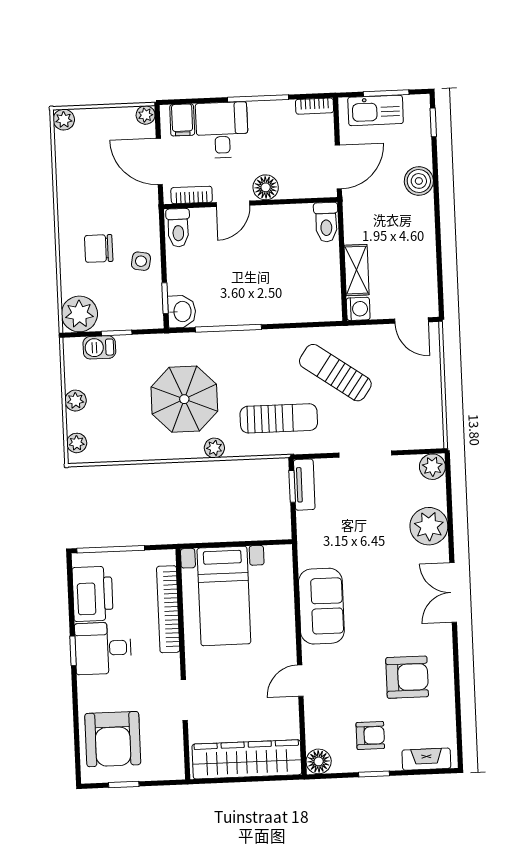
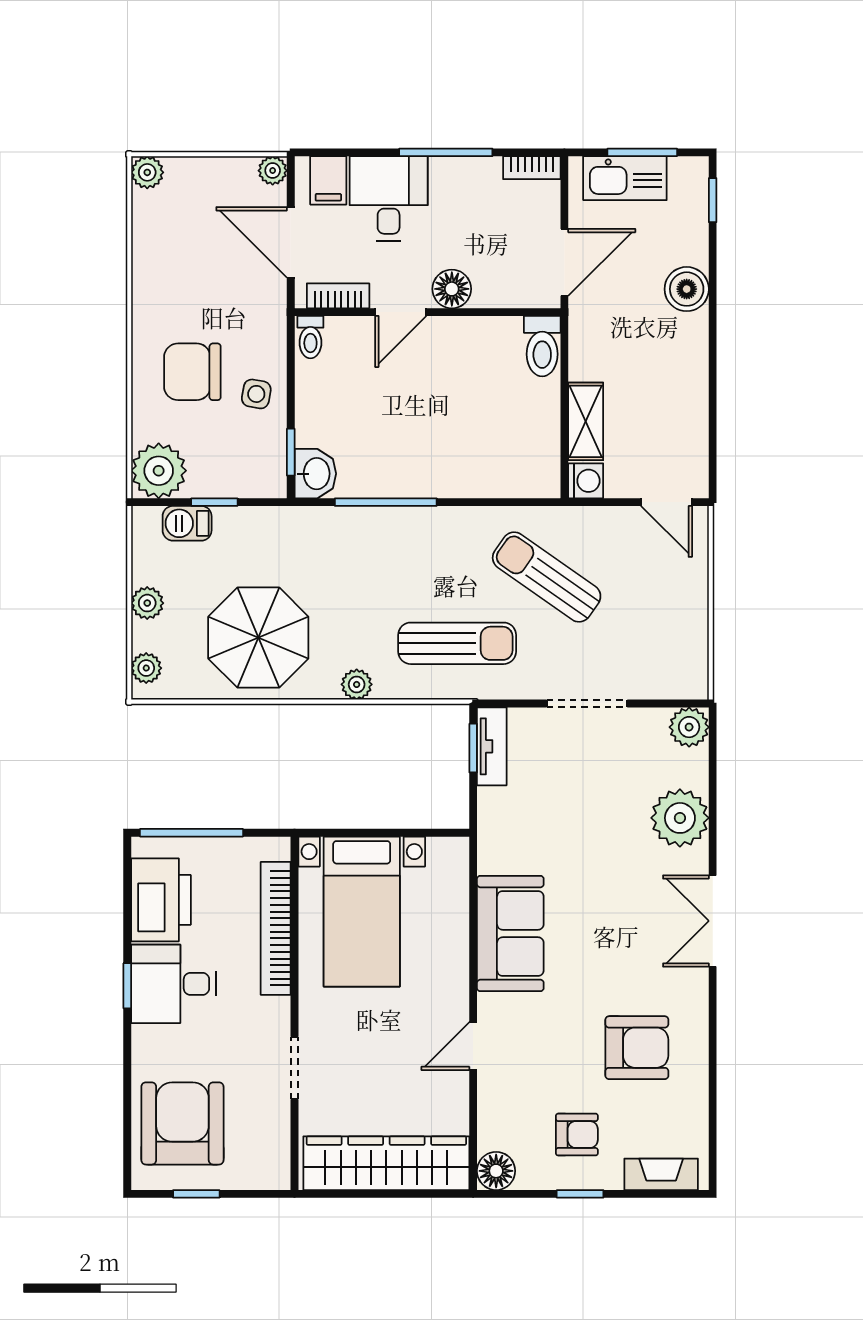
toilet: (178, 228) -> (310, 337), width x0.73, depth x0.72
chair: (99, 248) -> (192, 372), width x1.37, depth x1.37
parasol: (184, 399) -> (258, 638), moved
armchair: (113, 739) -> (182, 1123), turned 180

